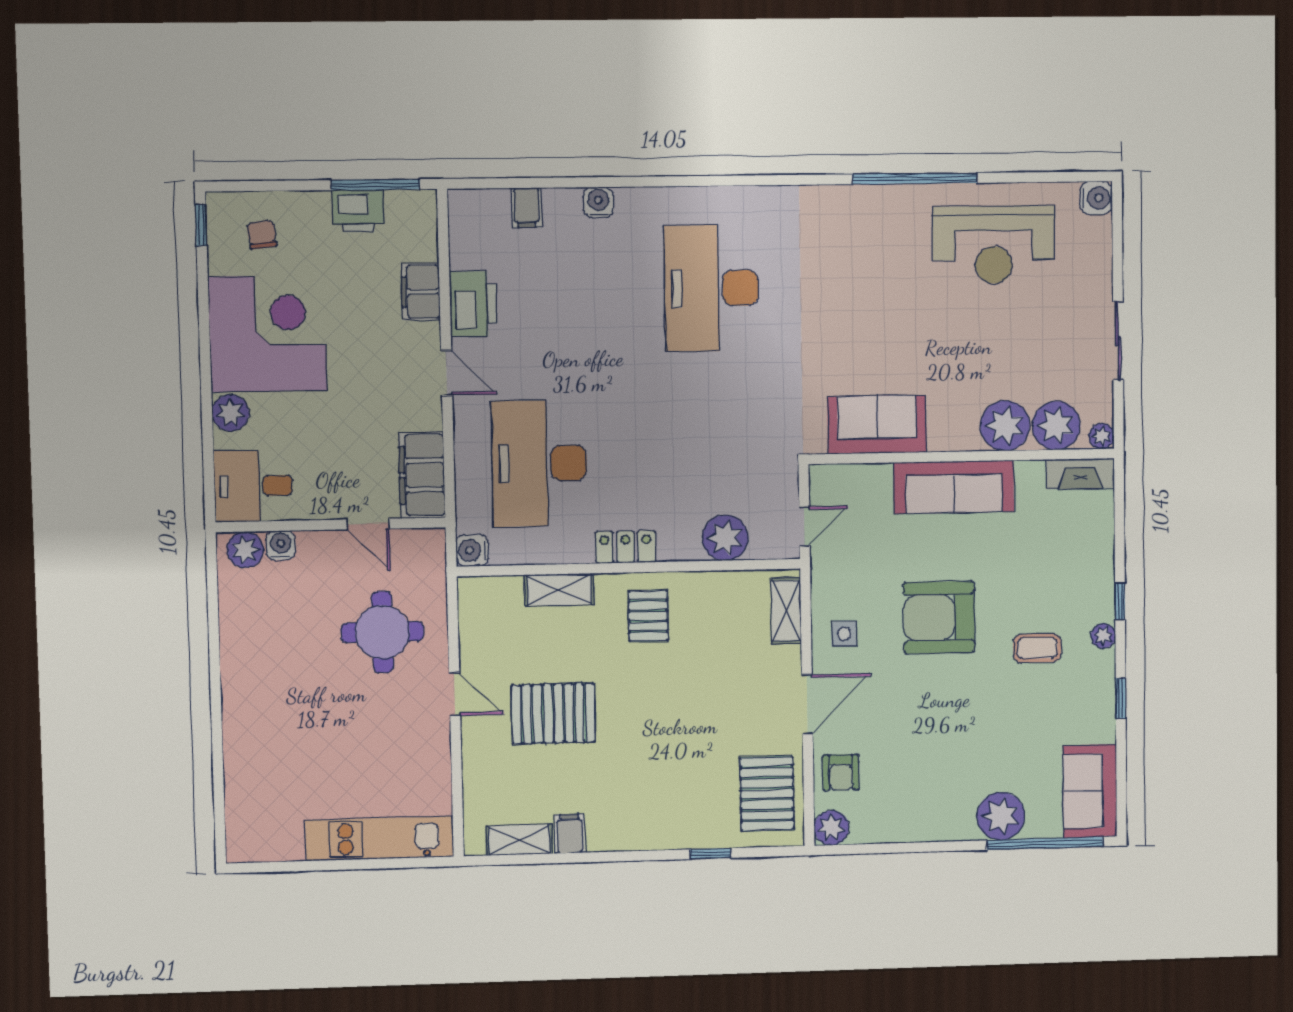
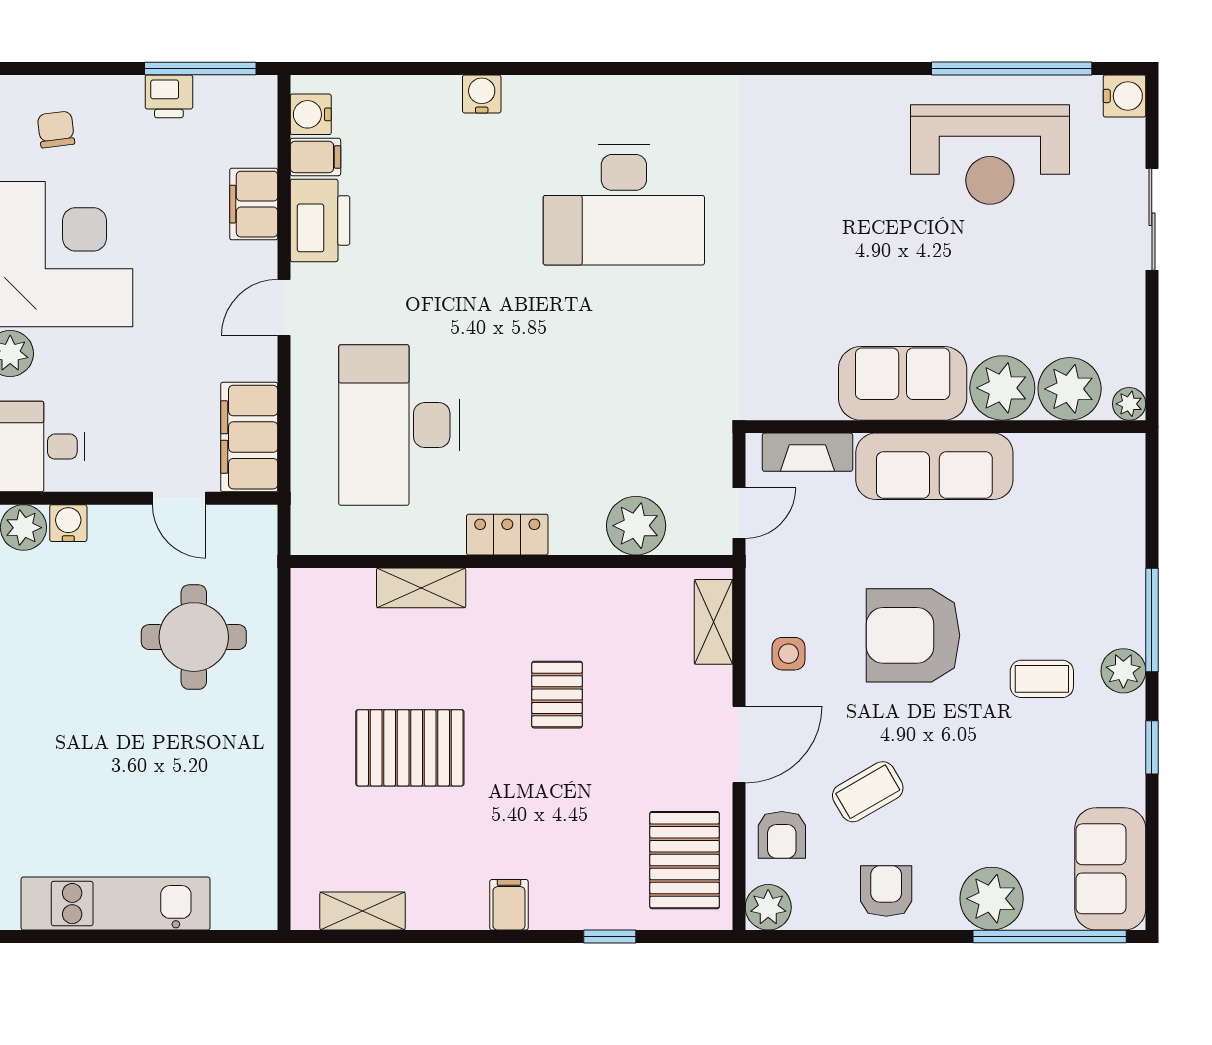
window: (915, 179) -> (1012, 68), moved
filing cabinet: (527, 208) -> (315, 157), moved, turned -90
printer: (358, 211) -> (169, 96), width x0.73, depth x0.81
desk: (711, 288) -> (624, 205), turned -90
sliding door: (1118, 341) -> (1152, 219), moved
door: (447, 373) -> (284, 308), swing flipped
sofa: (877, 425) -> (903, 383), moved
fireplace: (1080, 474) -> (807, 452), moved
water cooler: (472, 550) -> (311, 114), moved
window: (1120, 601) -> (1152, 620), width x2.17
pallet: (648, 616) -> (557, 695), moved
plant: (1103, 636) -> (1123, 671), width x1.38, depth x1.38
door: (455, 694) -> (284, 720), removed
coffee table: (906, 738) -> (868, 792), added
armchair: (921, 813) -> (886, 891), added
filing cabinet: (570, 834) -> (509, 905), moved
kitchen unit: (380, 838) -> (116, 904), moved

